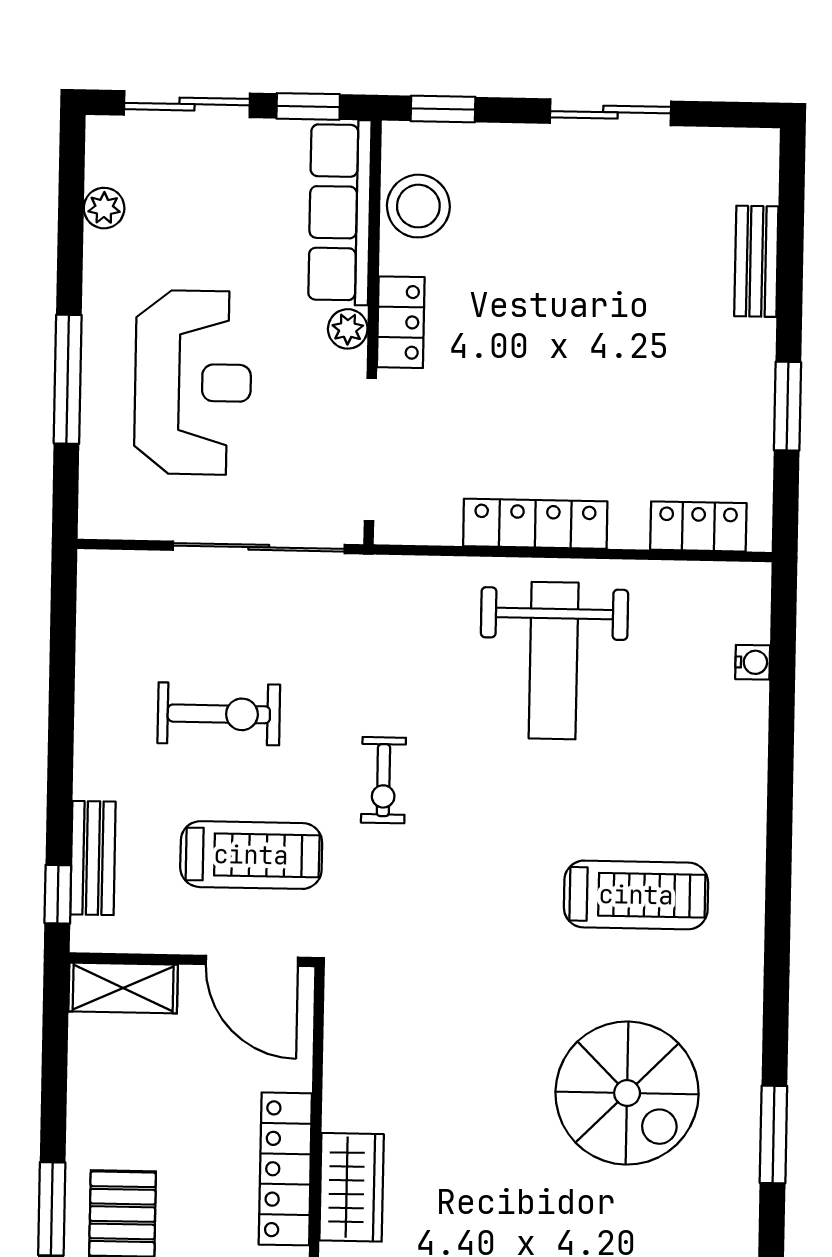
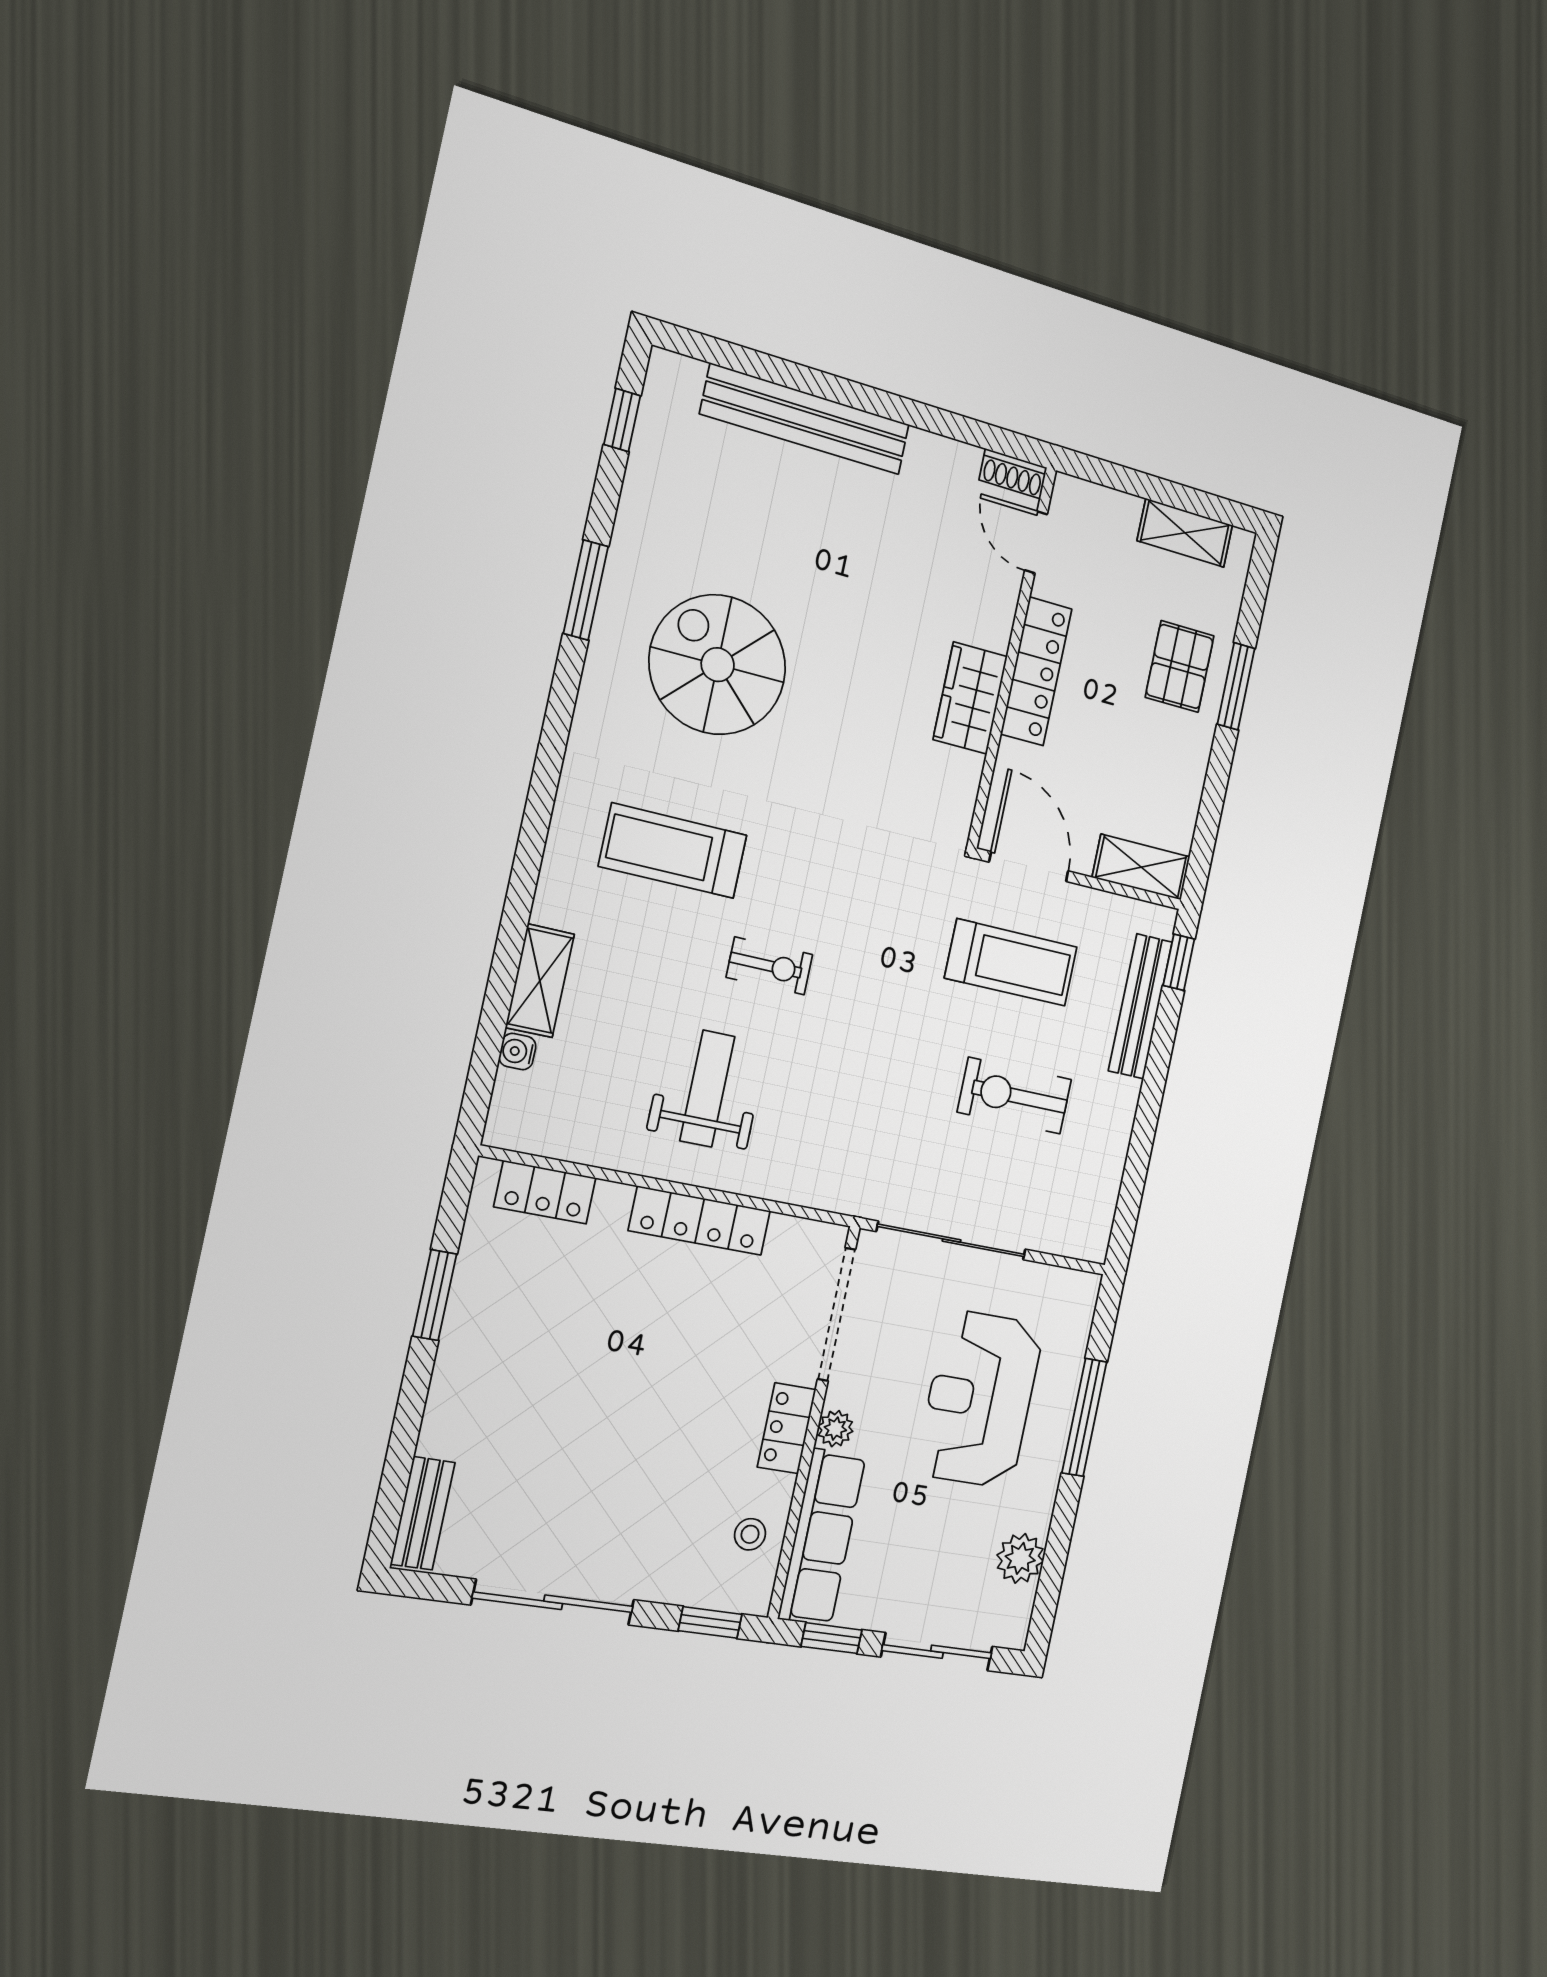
sliding door: (610, 112) -> (553, 1602), width x1.37
stool: (418, 206) -> (750, 1534), width x0.53, depth x0.53
plant: (104, 208) -> (1020, 1558), width x1.38, depth x1.38
bench: (756, 261) -> (423, 1513), moved
weight bench: (554, 661) -> (707, 1089), width x0.73, depth x0.75
shelving: (744, 737) -> (540, 981), added
exercise bike: (383, 780) -> (770, 966), moved, turned 90
treadmill: (251, 855) -> (1011, 962), turned 180
bench: (93, 858) -> (1140, 1006), width x1.36
wardrobe: (352, 1187) -> (970, 698), moved

